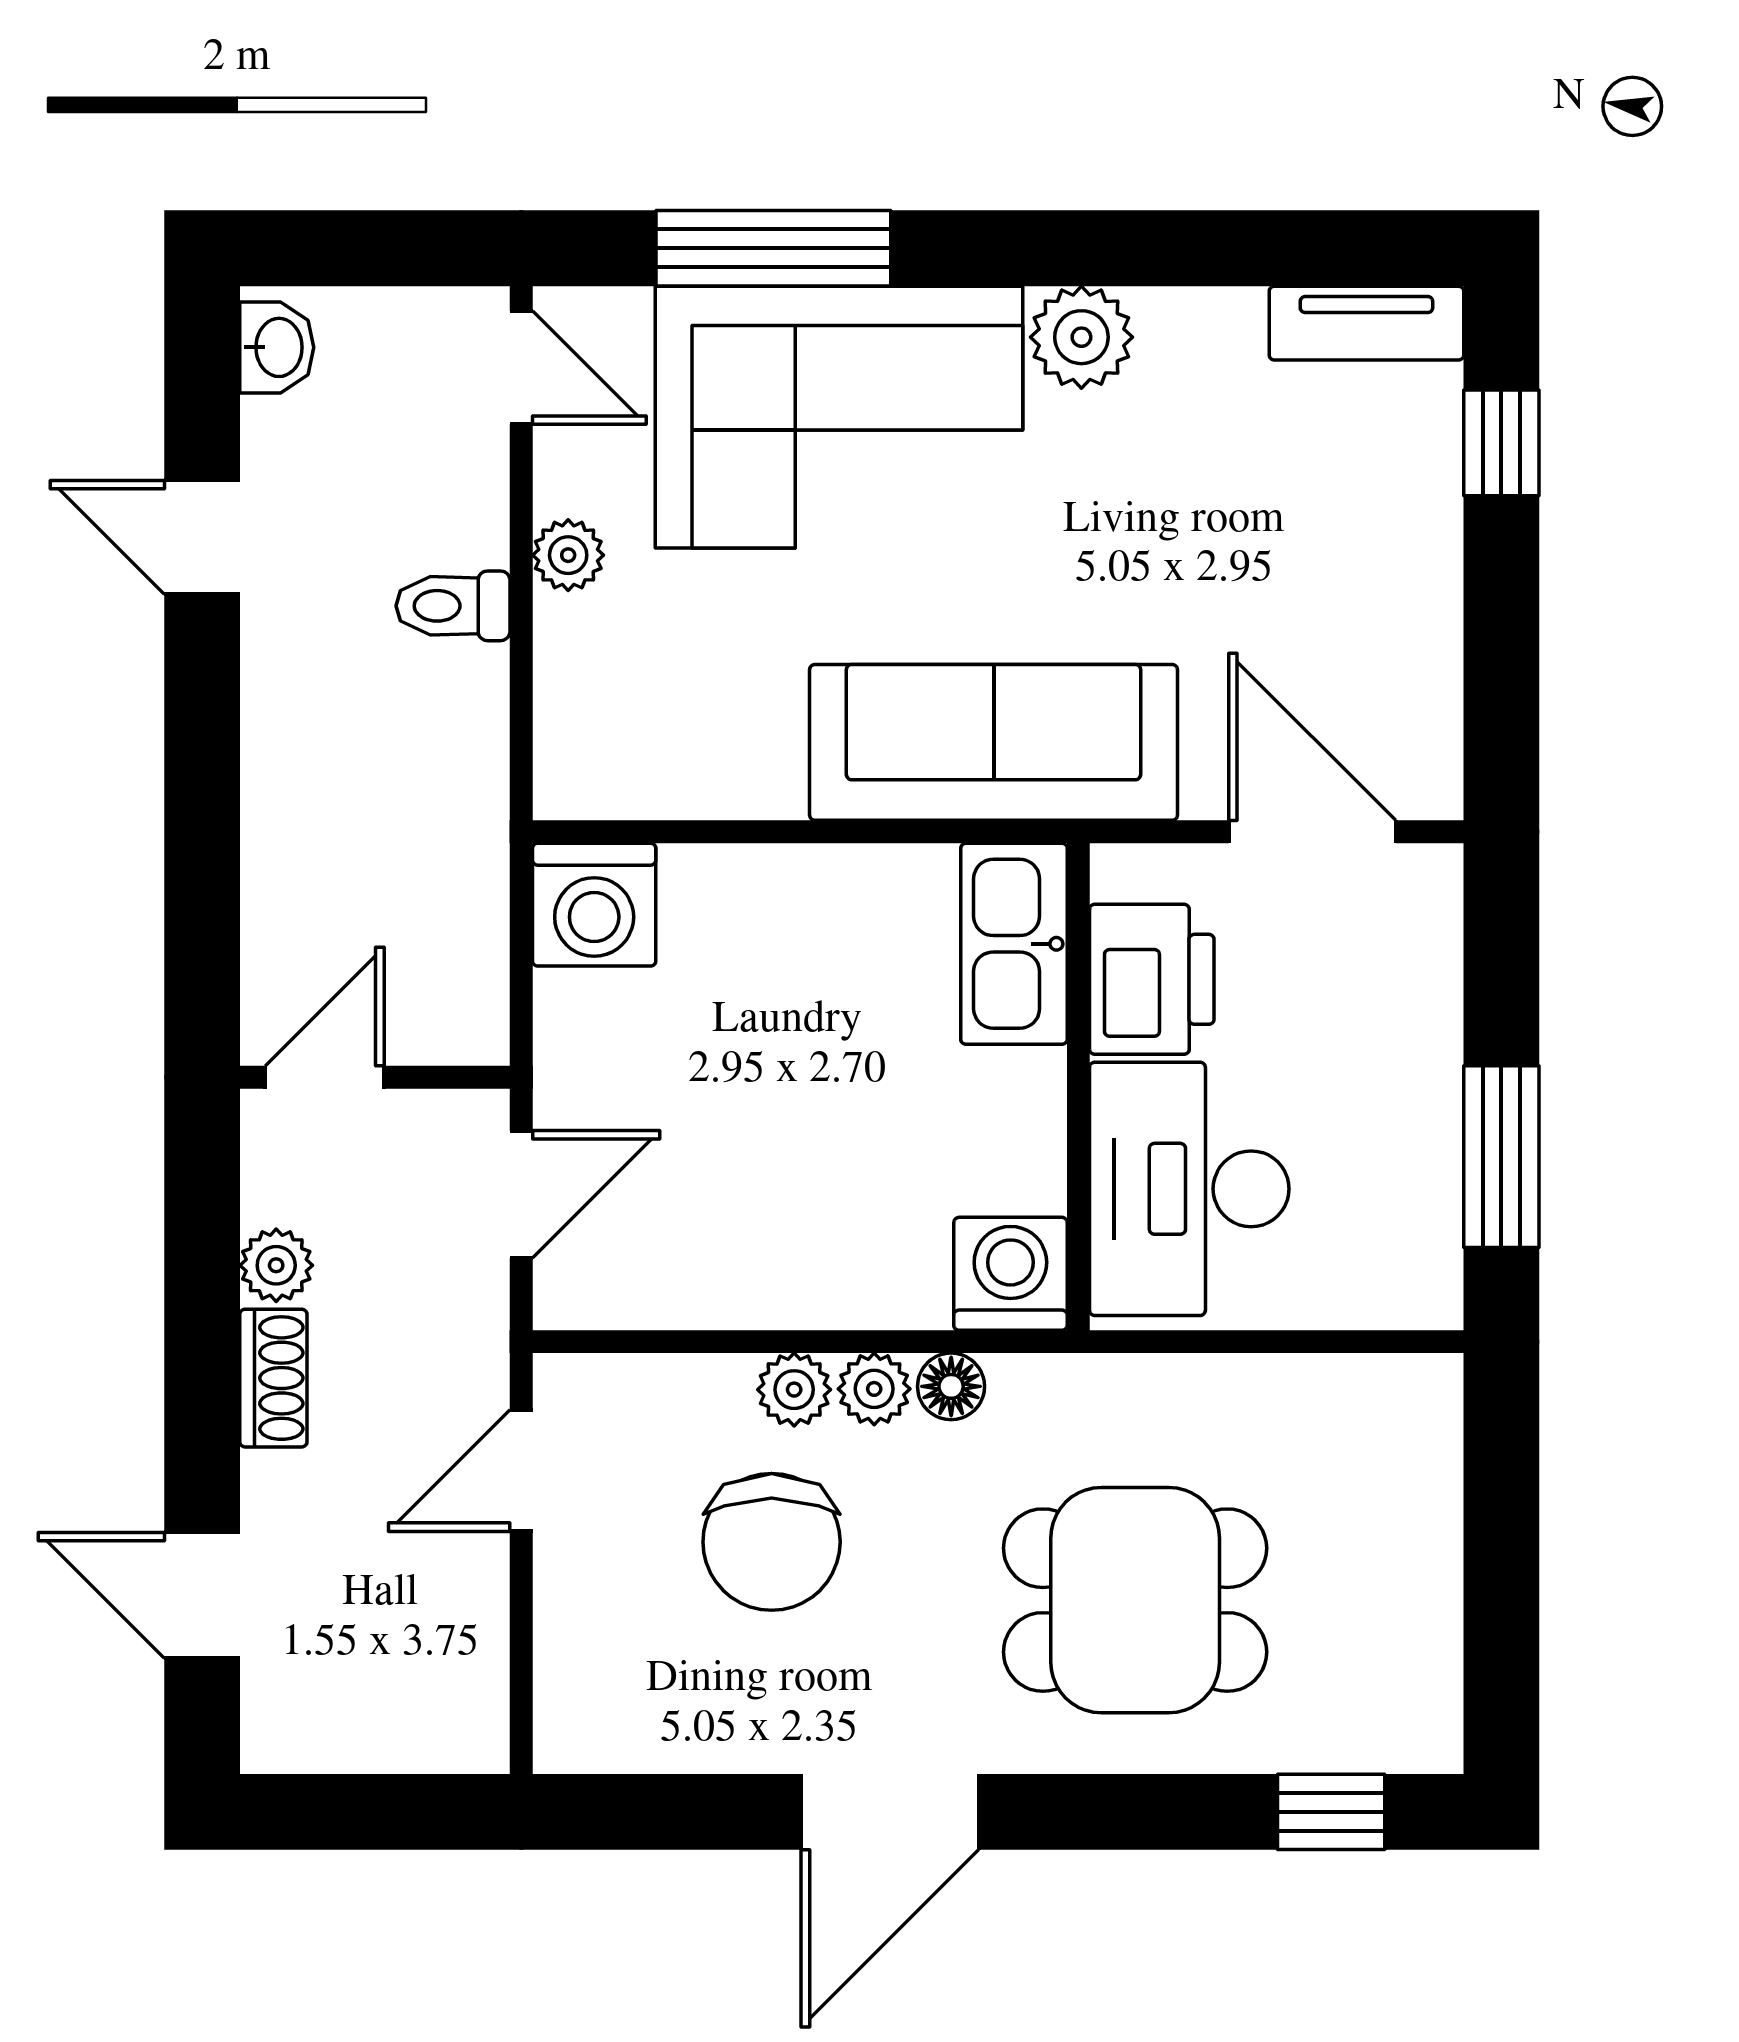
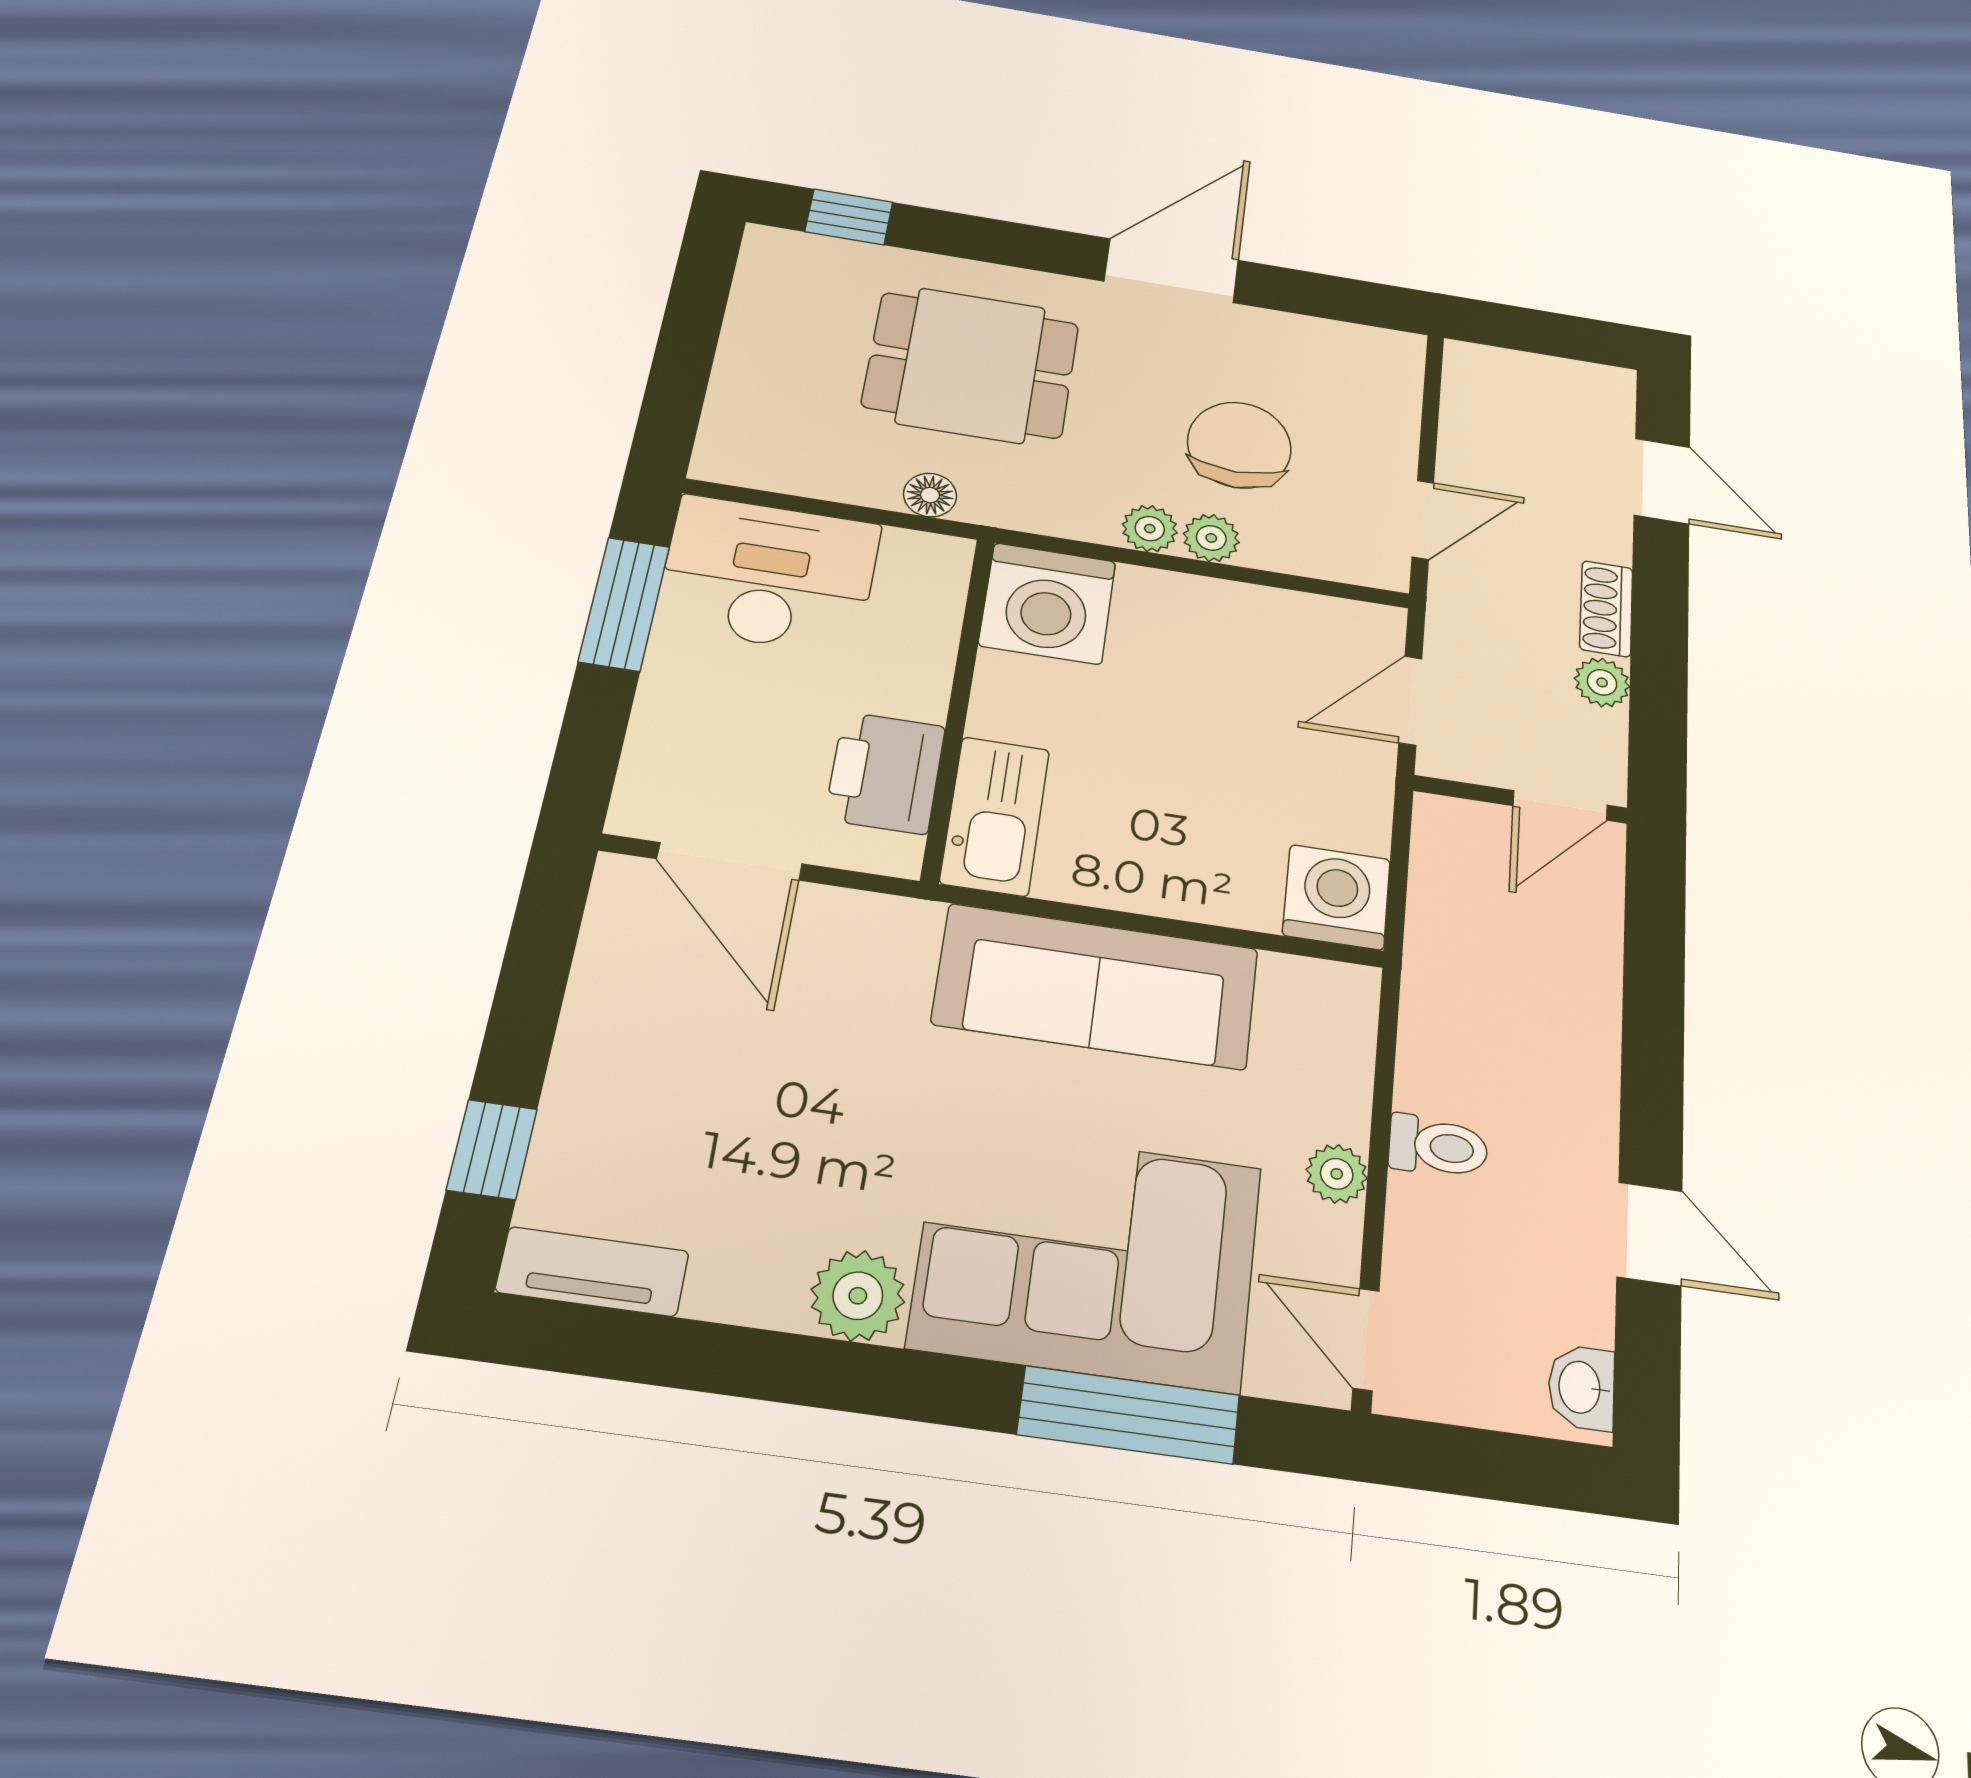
sofa: (994, 742) -> (1096, 986), moved
desk: (1189, 1189) -> (769, 575), moved, turned -90
washing machine: (1010, 1274) -> (1047, 603), width x1.37, depth x1.37
floor lamp: (951, 1386) -> (930, 495), moved

